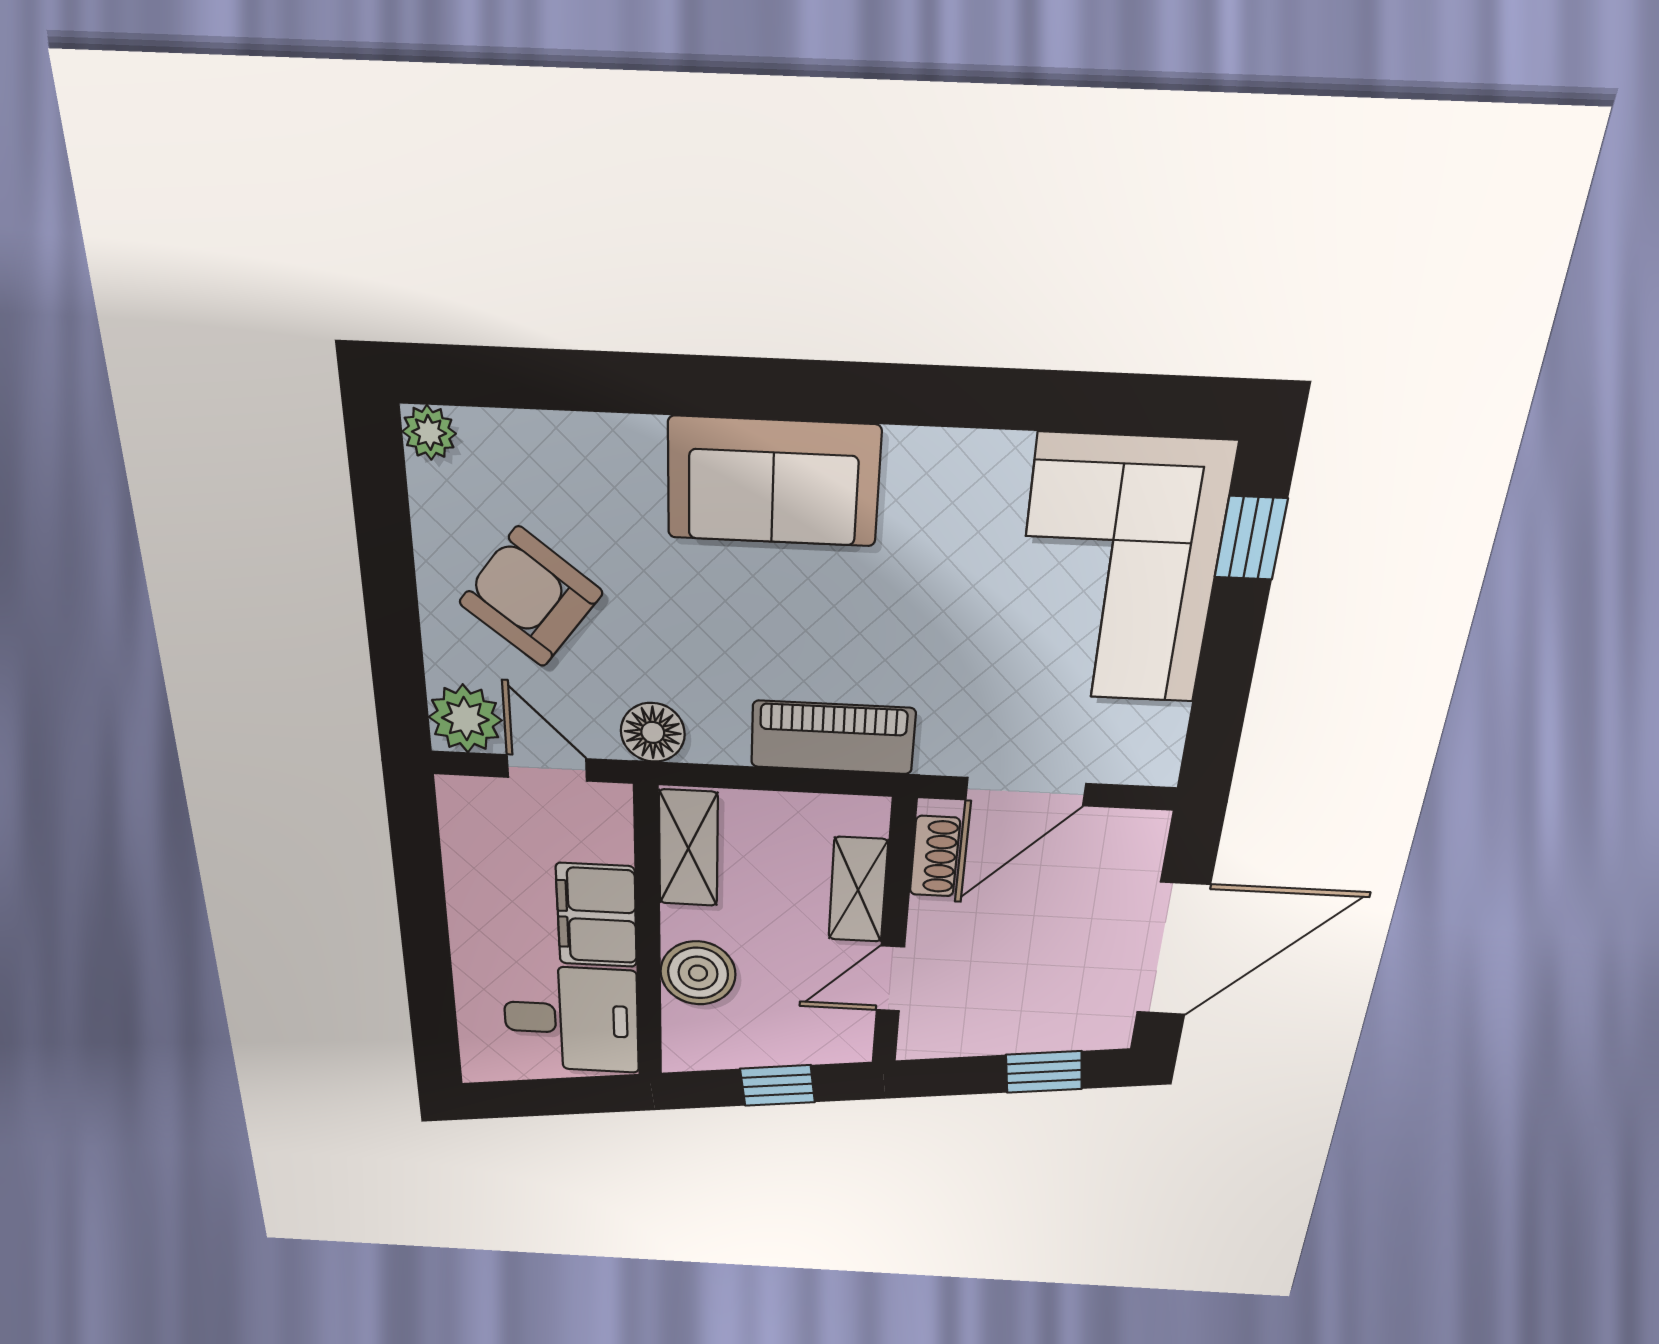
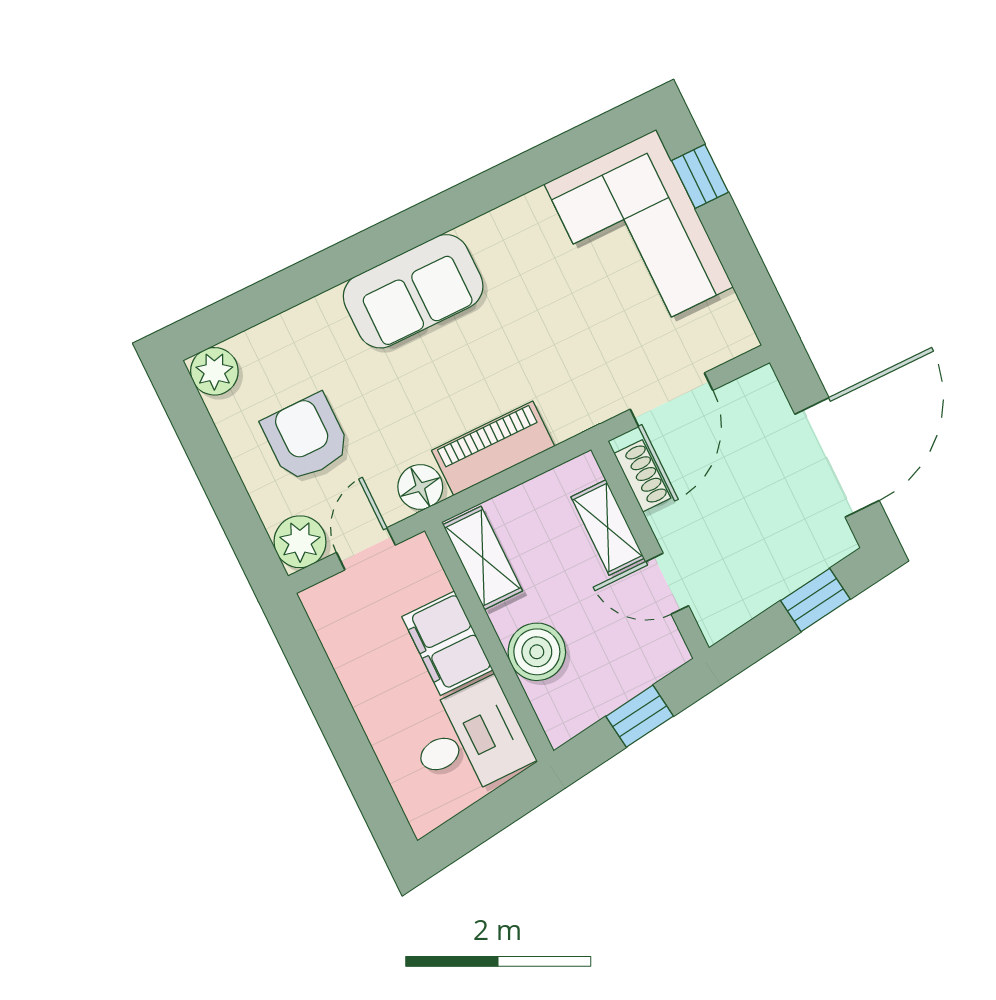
plant: (429, 433) -> (214, 371), width x1.38, depth x1.38
armchair: (531, 597) -> (306, 438), turned 52
piano: (833, 738) -> (493, 448), moved
door: (547, 768) -> (366, 549), hinge flipped
door: (890, 979) -> (667, 584), hinge flipped

